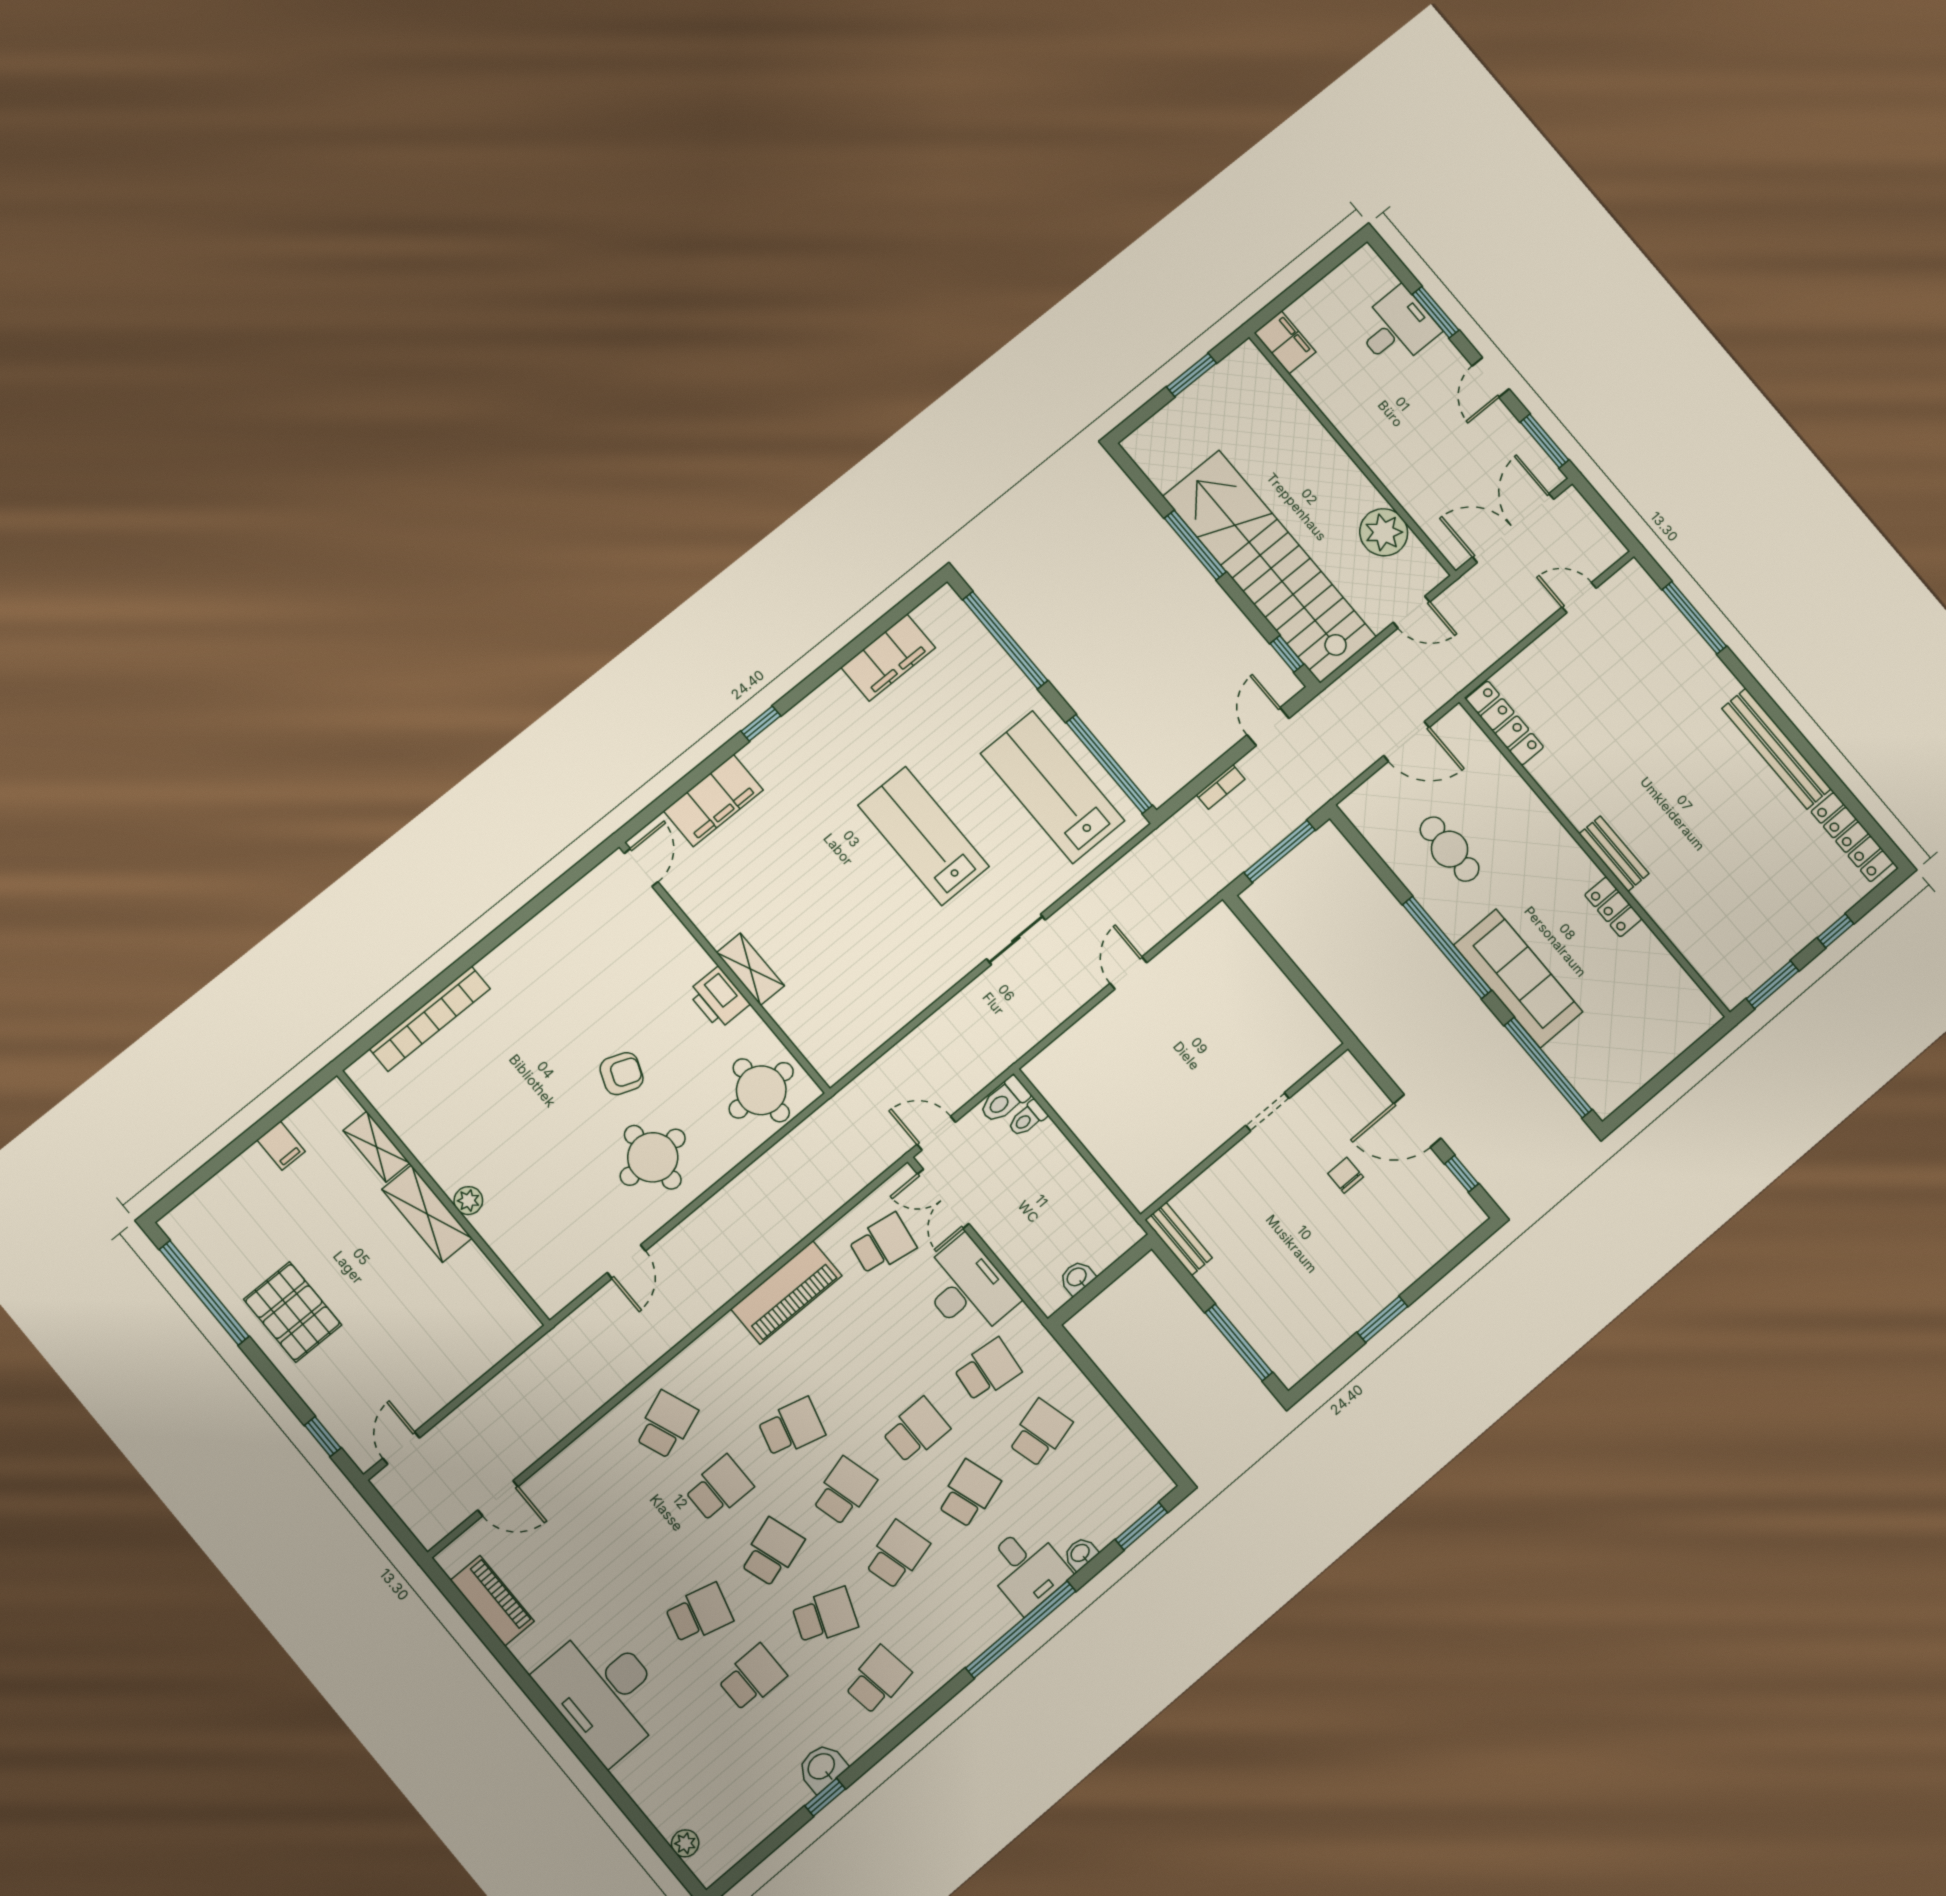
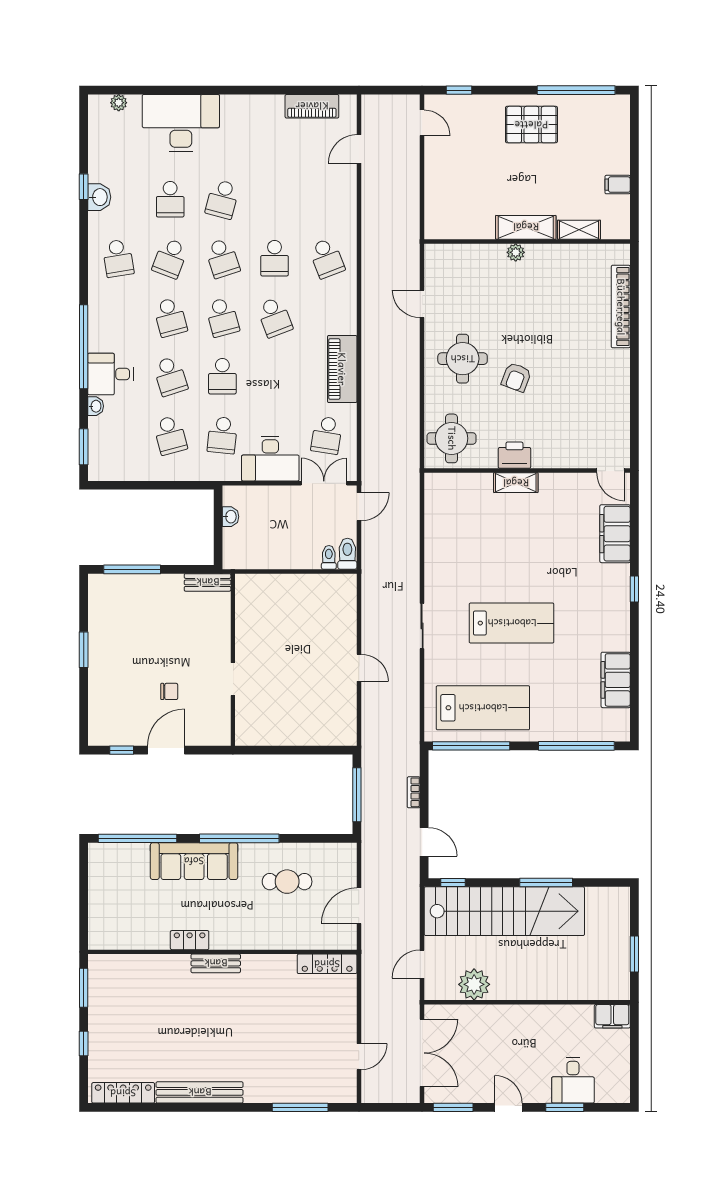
school desk: (791, 1427) -> (275, 317), turned -36
desk: (604, 1692) -> (181, 123), moved

